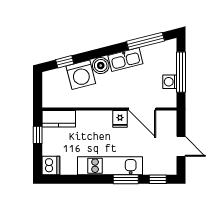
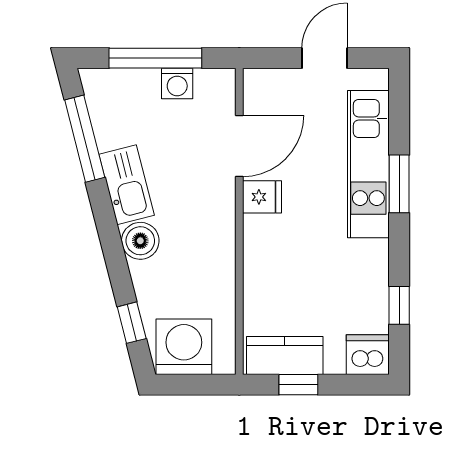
washing machine: (81, 75) -> (184, 347), moved, turned -76
kitchen counter: (59, 119) -> (285, 356), moved, turned -90
kitchen unit: (110, 166) -> (368, 164), moved
window: (158, 179) -> (399, 305), moved

